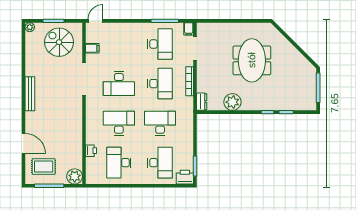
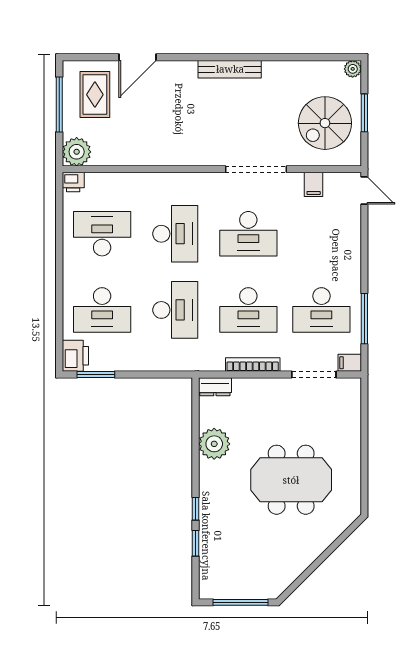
spiral stairs: (59, 42) -> (325, 123), turned 180
desk: (119, 84) -> (248, 234), turned -90
printer: (91, 151) -> (73, 182), moved

